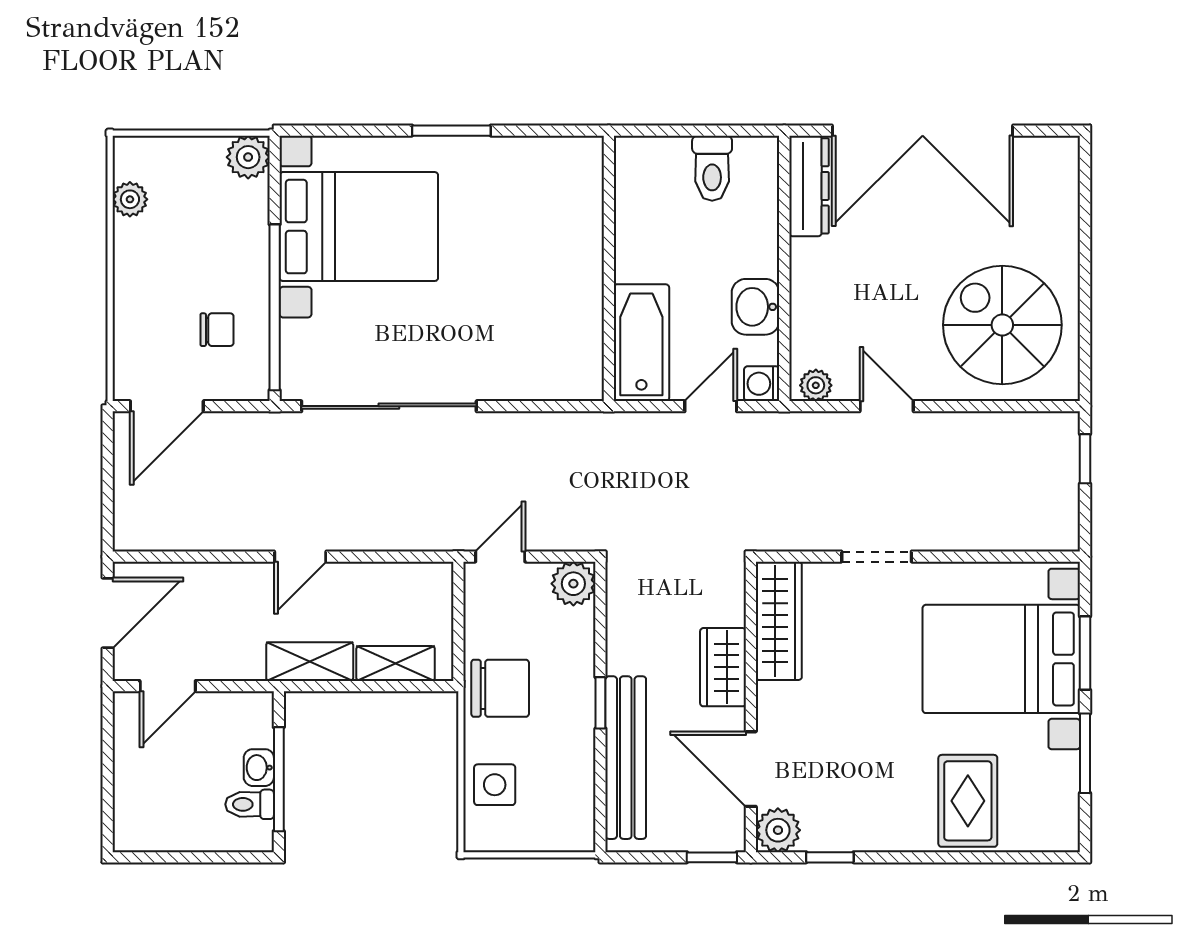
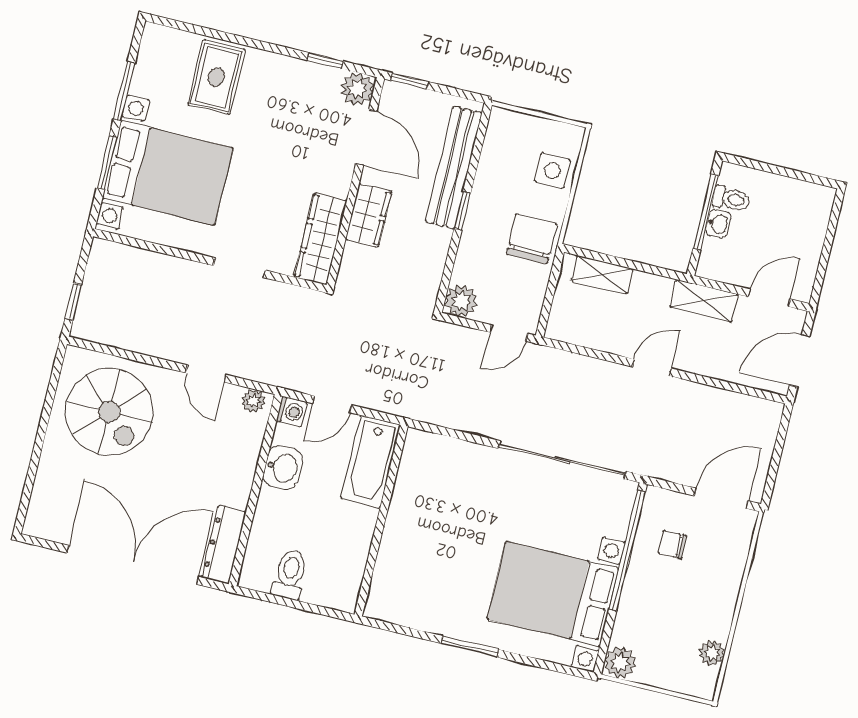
shelving: (310, 662) -> (704, 301), moved
chair: (500, 688) -> (532, 239), turned 90

